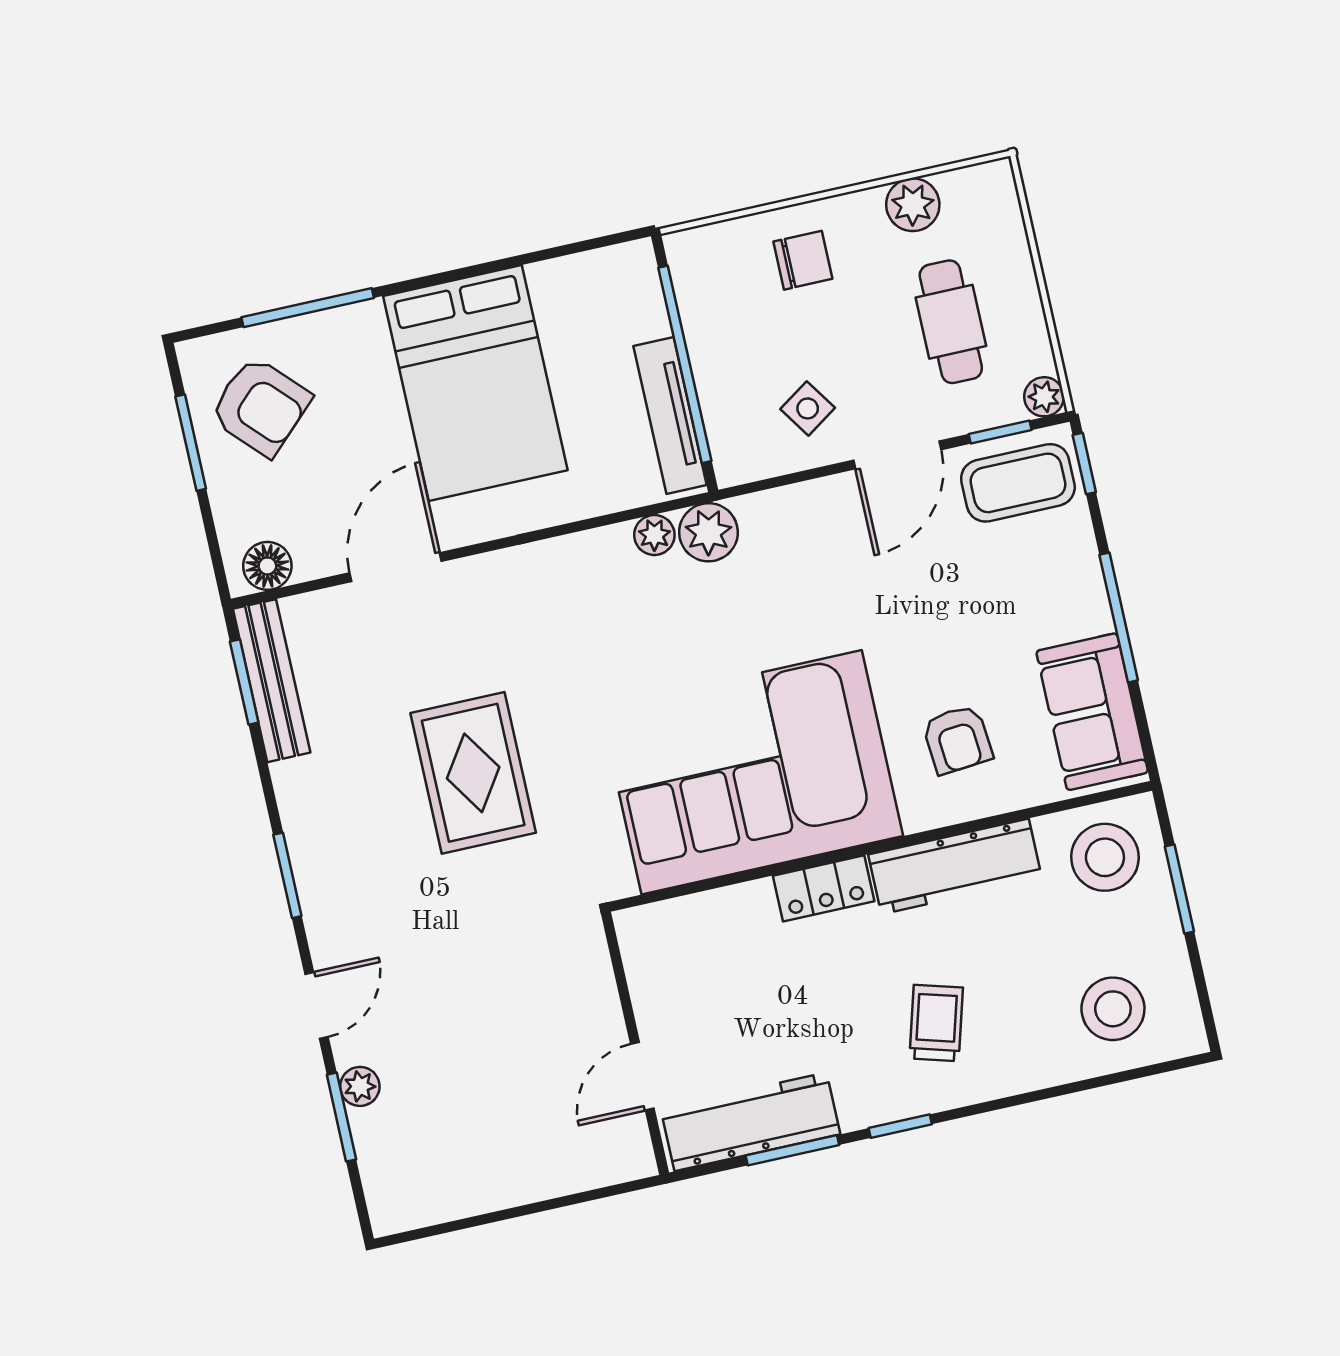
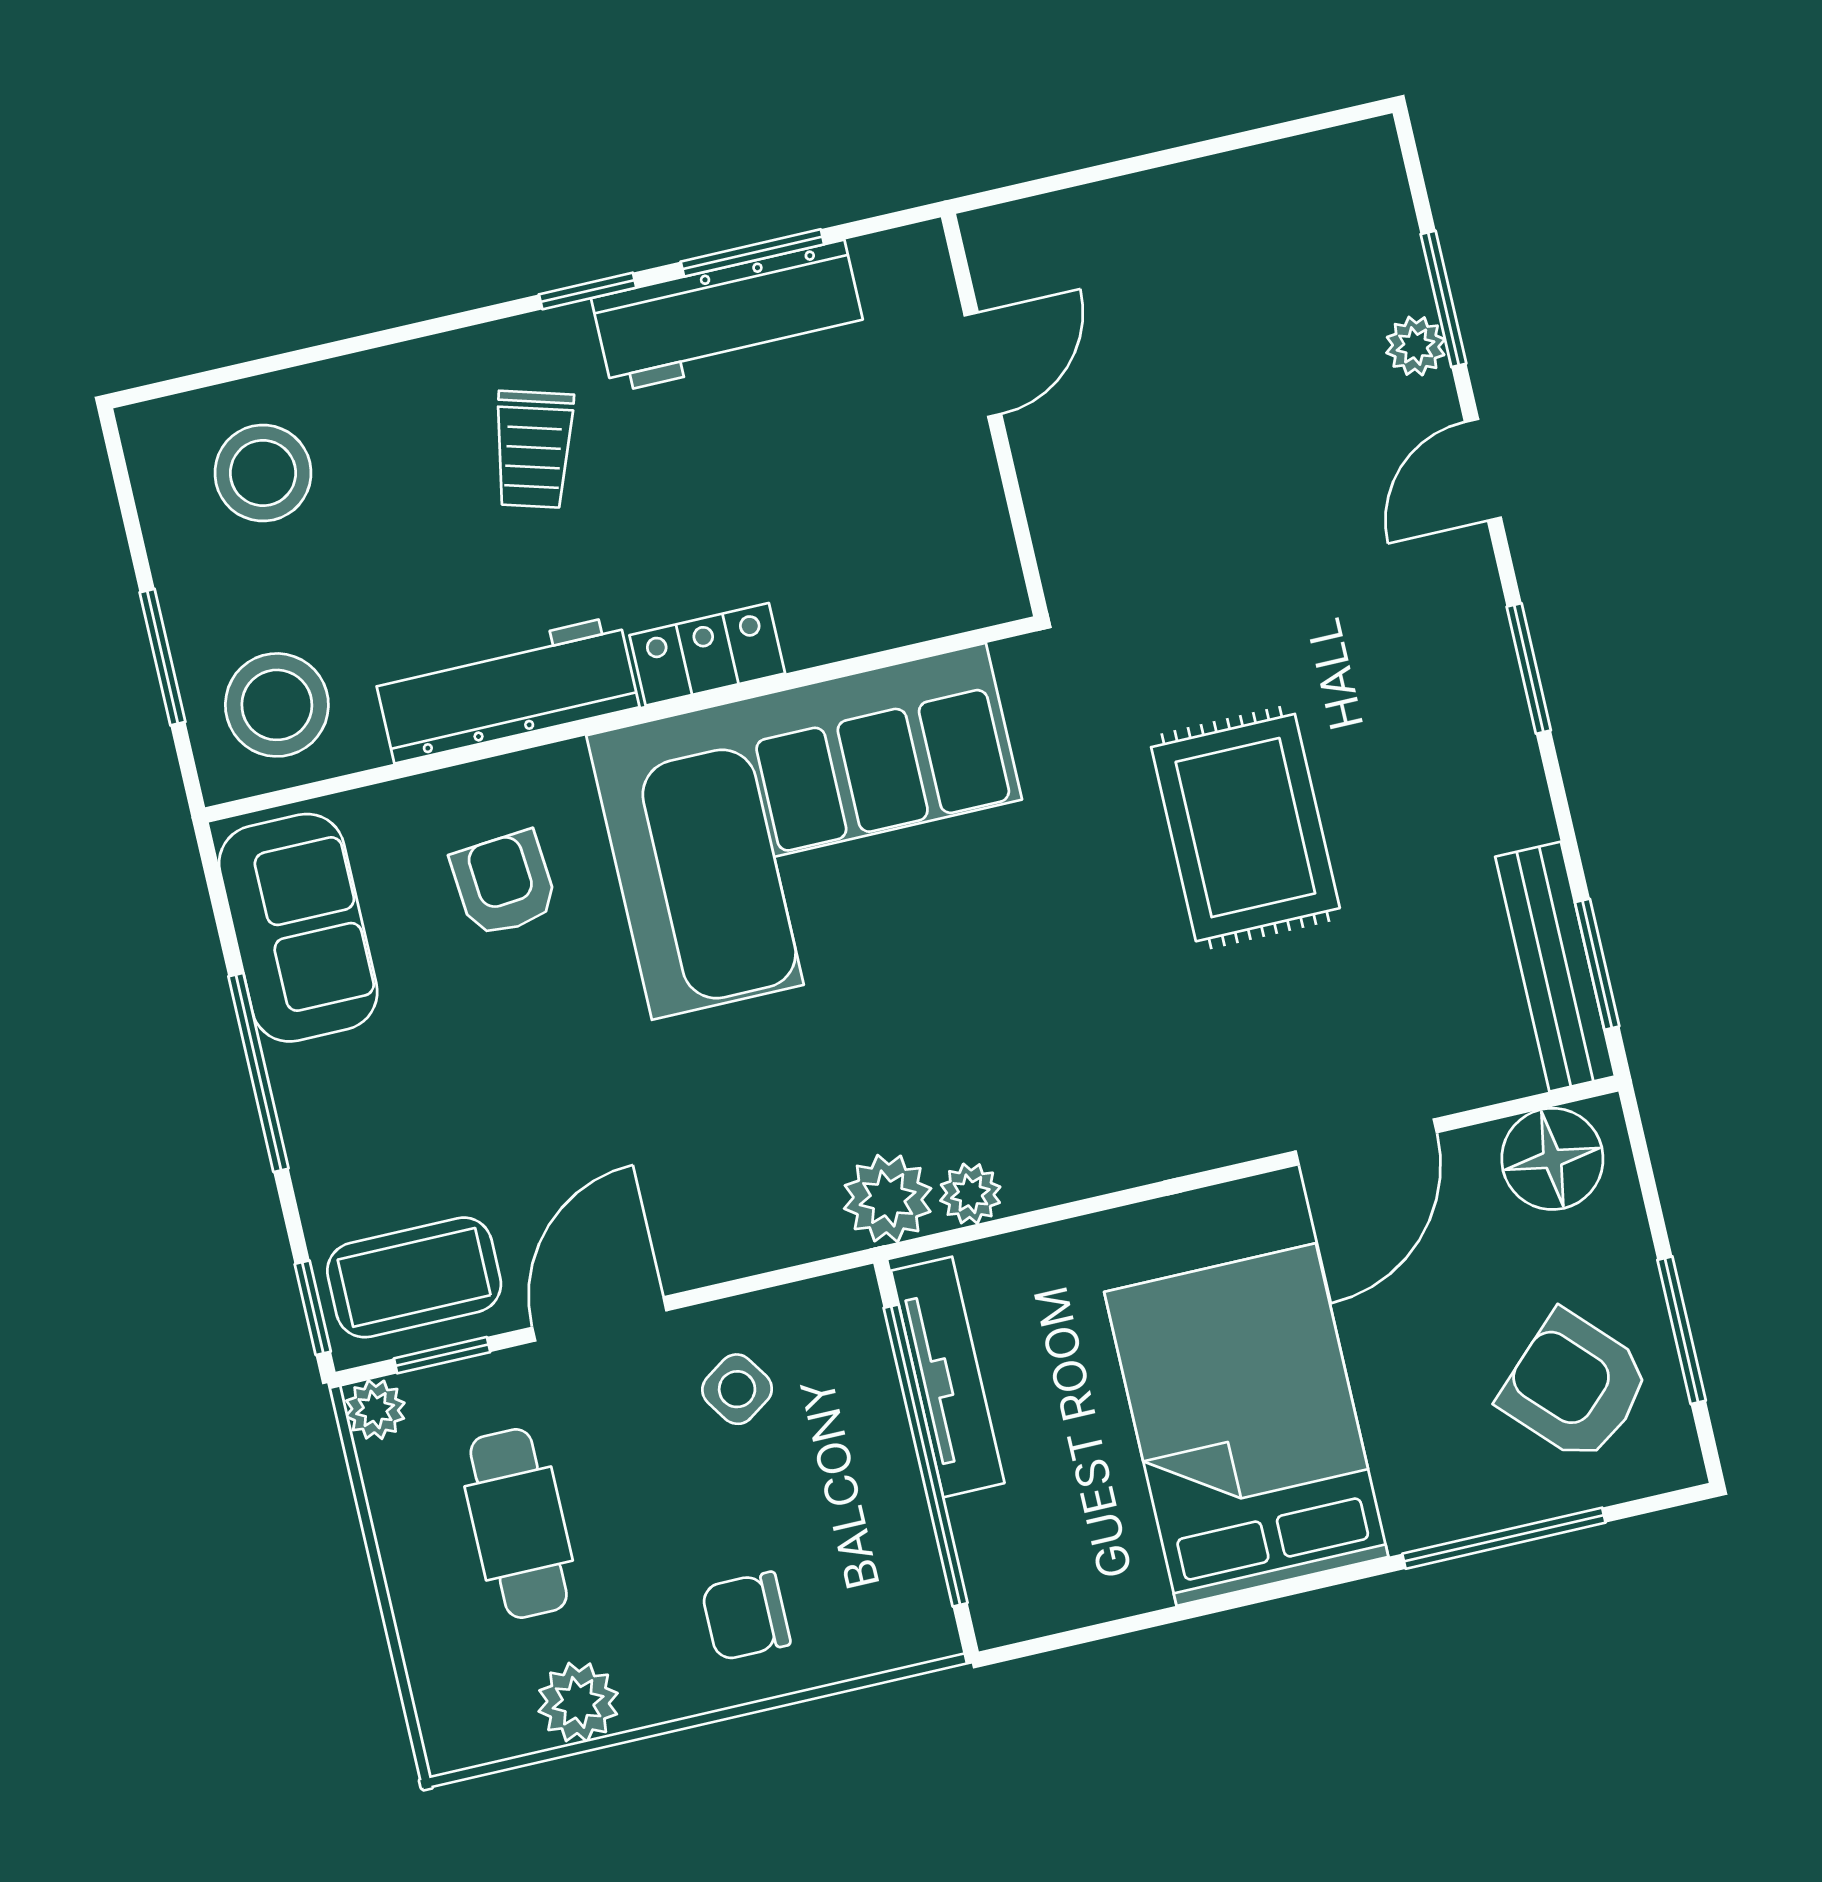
floor lamp: (267, 566) -> (1552, 1159), width x1.38, depth x1.38
workbench: (751, 1122) -> (729, 316), moved

